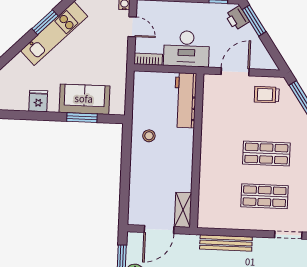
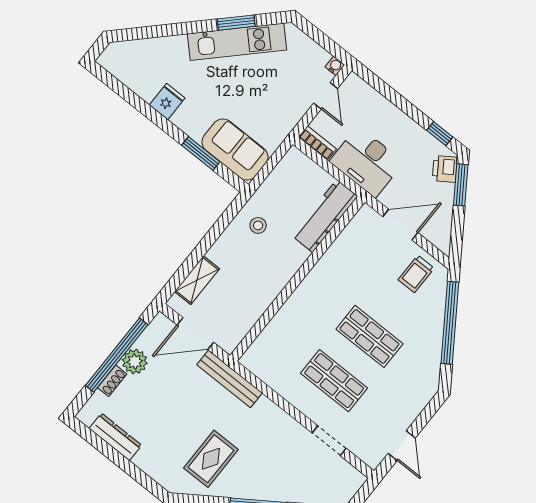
trolley: (267, 95) -> (416, 274), turned -90
sofa: (84, 99) -> (235, 150), moved
shelving: (183, 210) -> (197, 280), moved
bench: (226, 243) -> (229, 379), moved

